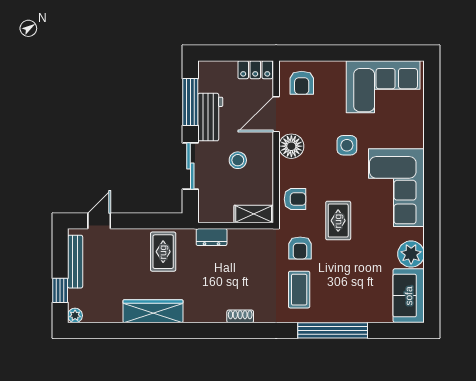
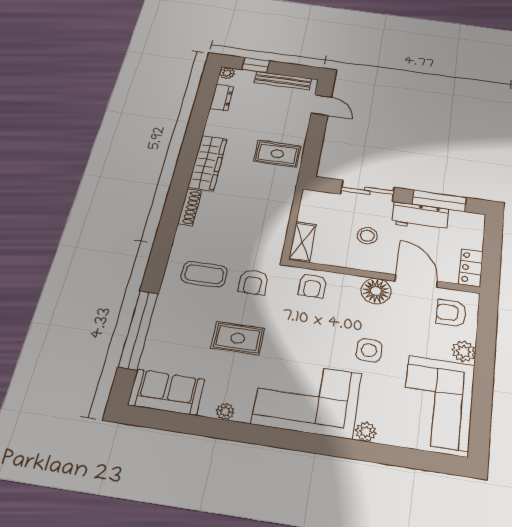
plant: (335, 70) -> (464, 351), added
plant: (416, 139) -> (366, 432), added
rug: (338, 221) -> (238, 338), moved
dresser: (212, 237) -> (222, 98), moved, turned 180
armchair: (300, 248) -> (253, 282), turned -90
plant: (411, 254) -> (225, 411), width x0.53, depth x0.53
wardrobe: (153, 311) -> (208, 163), moved
shoe rack: (240, 316) -> (190, 207), width x1.43
window: (333, 330) -> (139, 330), moved

